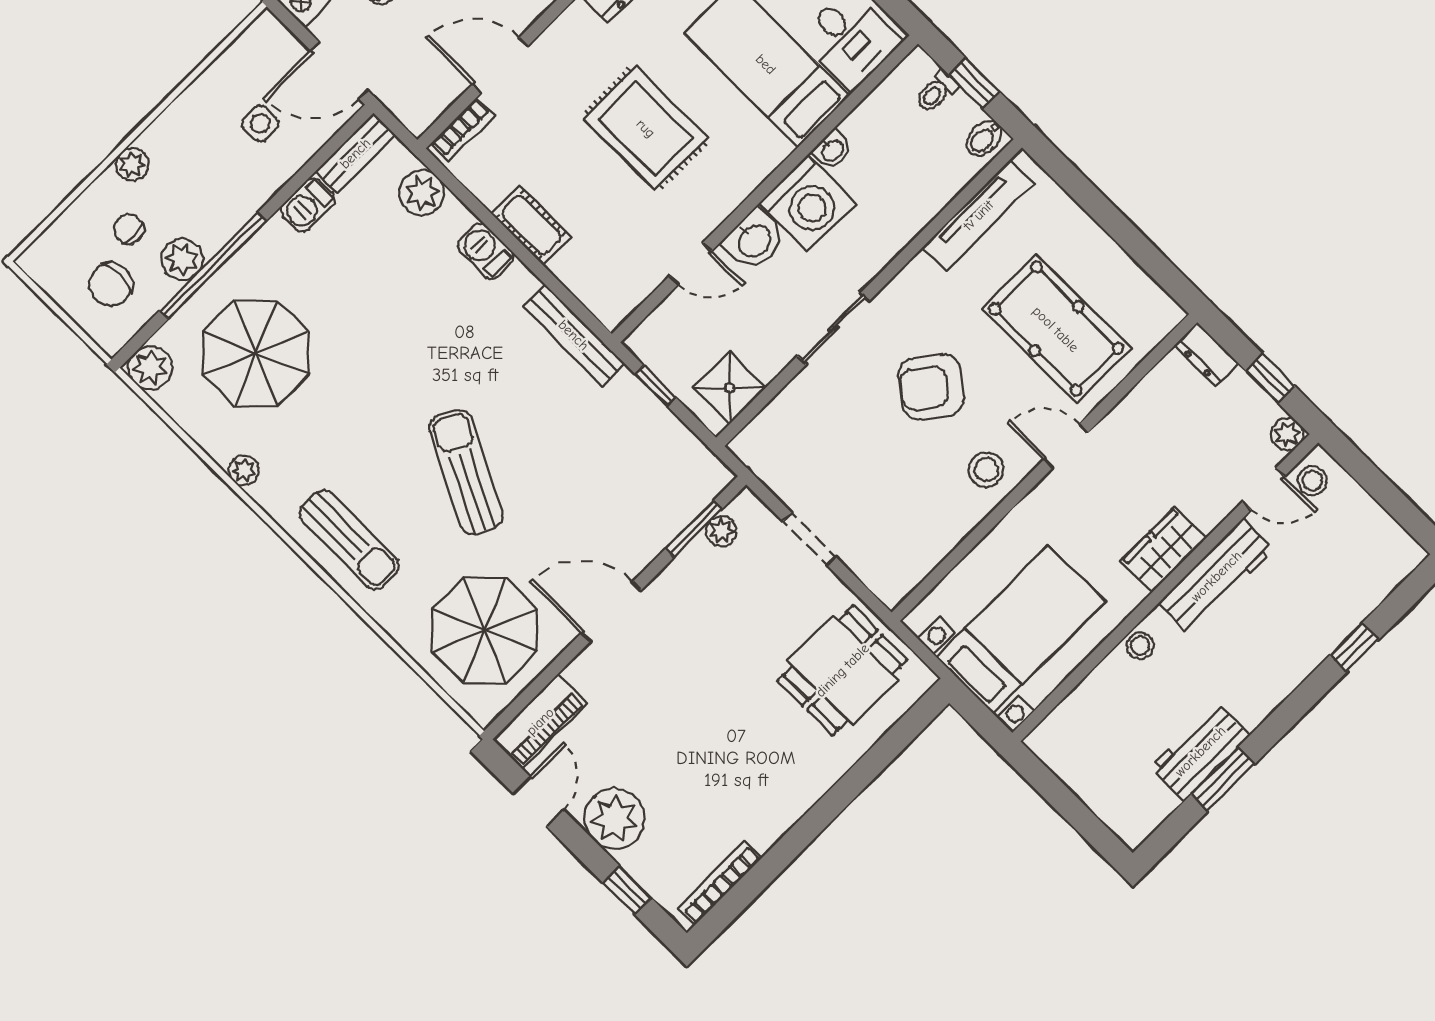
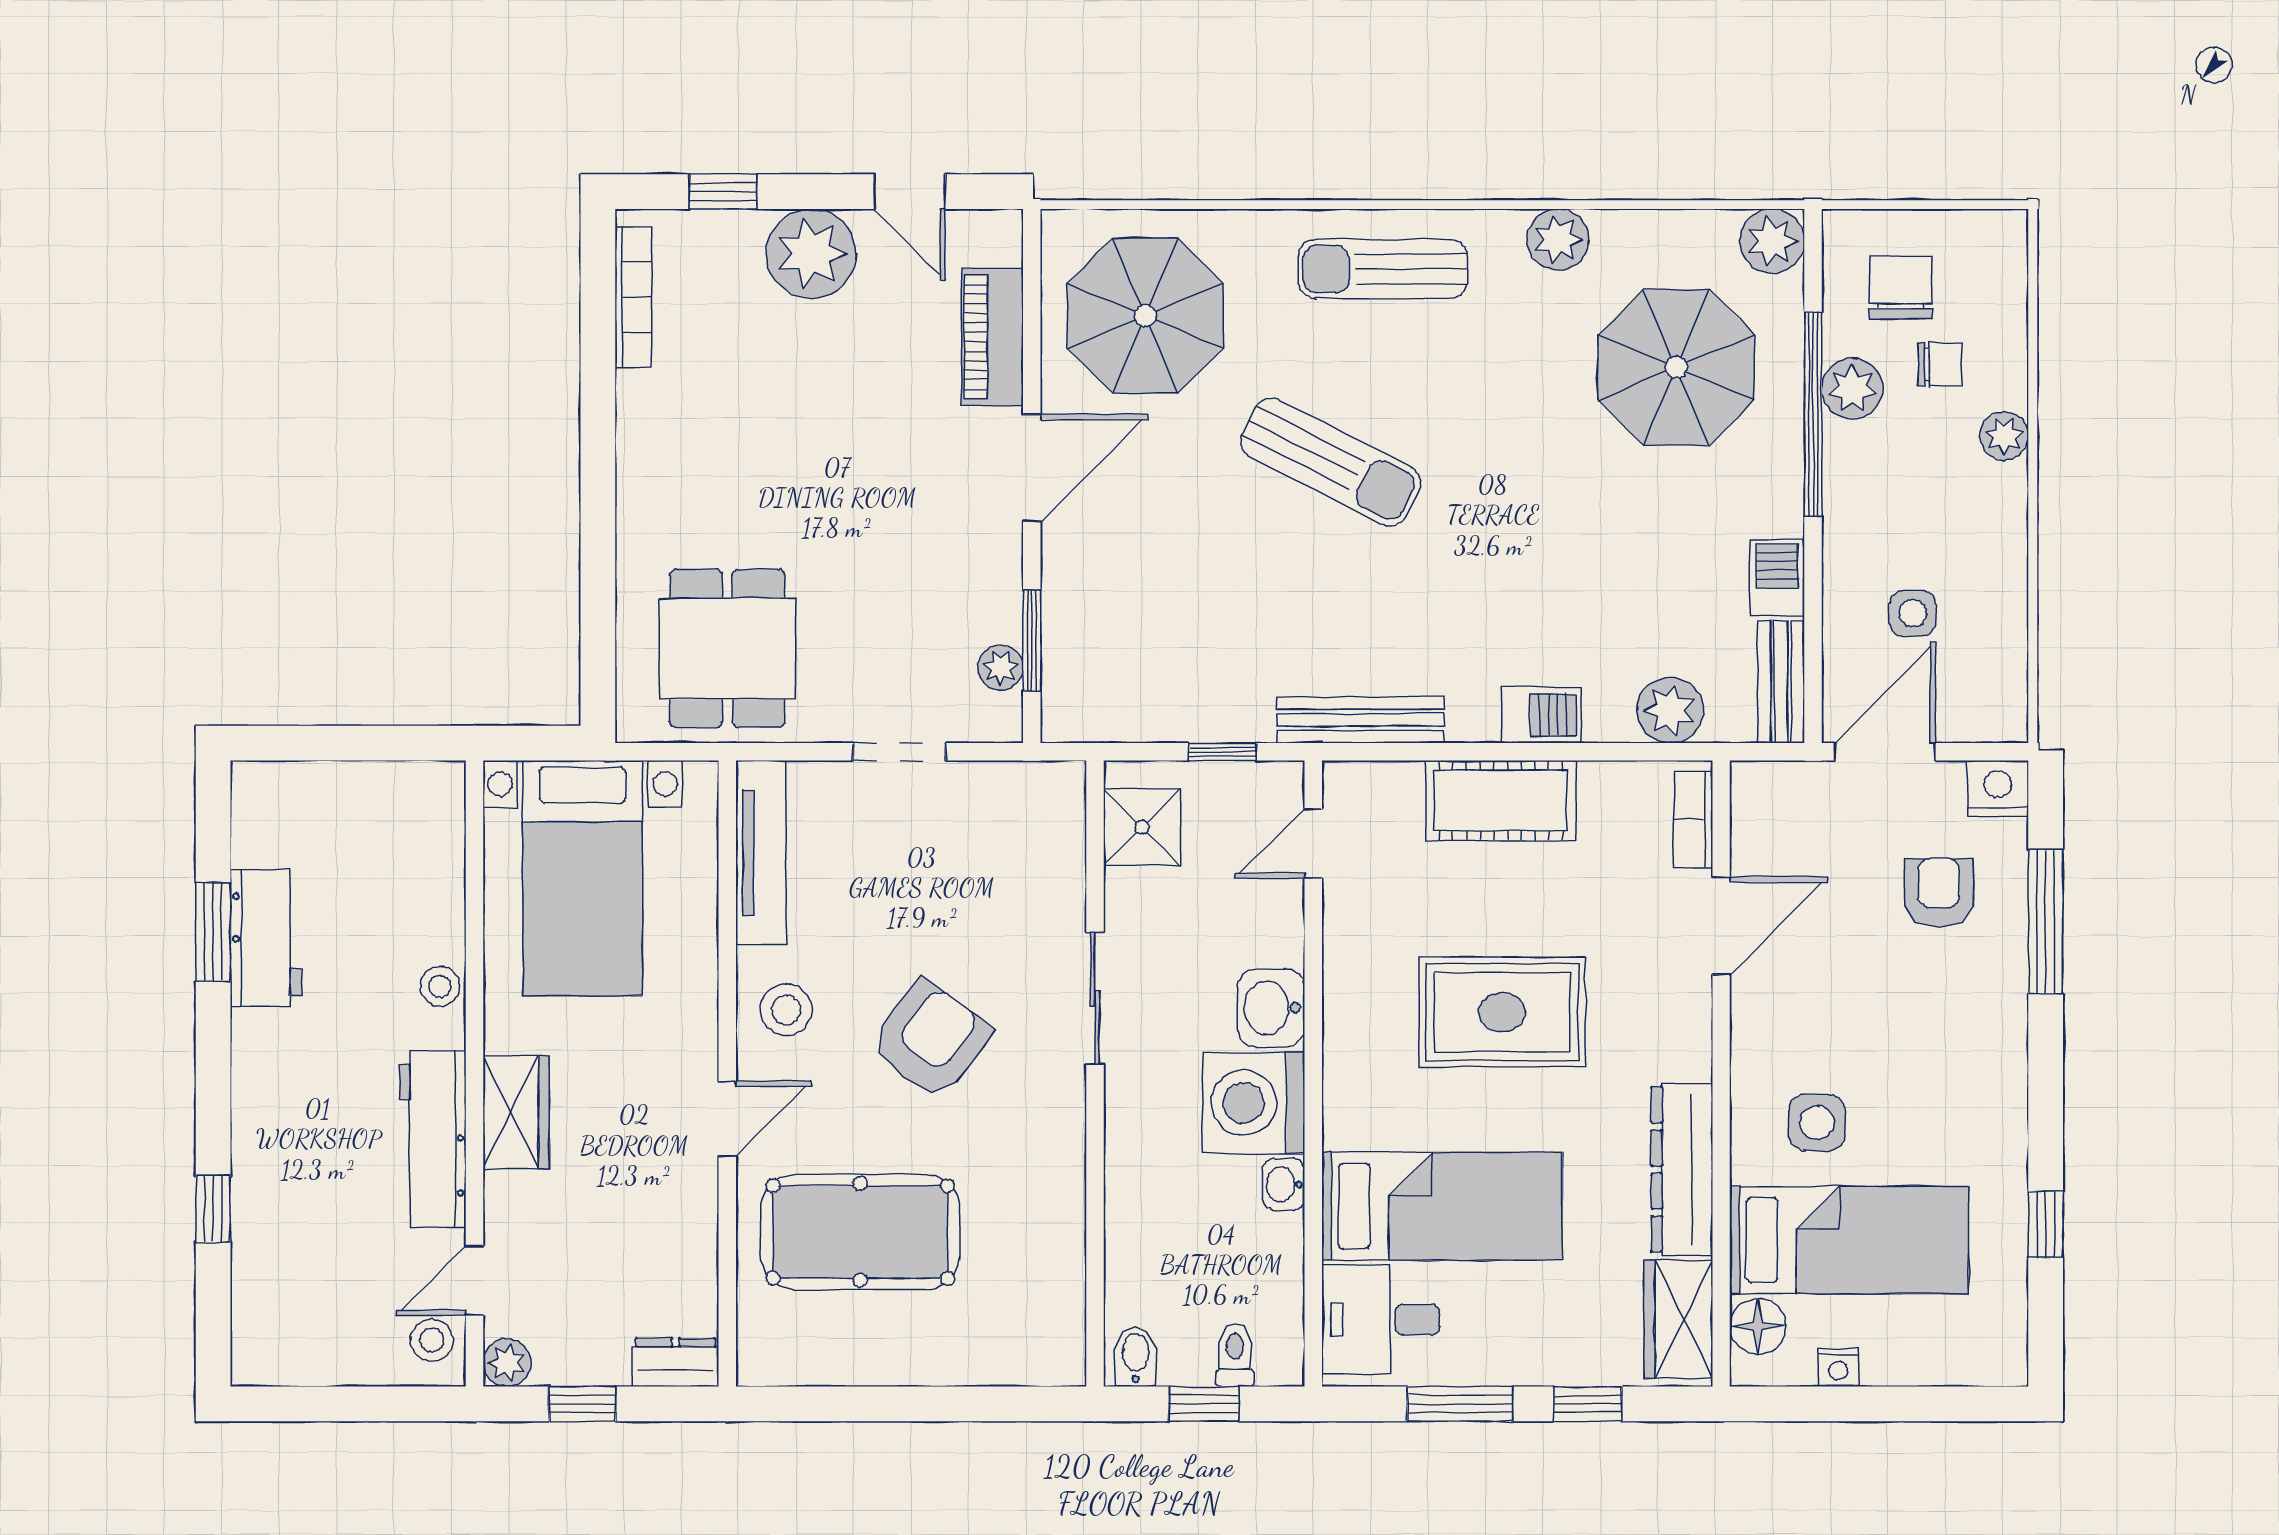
tv unit: (978, 215) -> (761, 853), moved, turned 180
cot: (531, 225) -> (1501, 801), width x1.37, depth x1.34
door: (691, 263) -> (1313, 844), moved
plant: (244, 470) -> (1558, 240), width x1.38, depth x1.38
piano: (540, 721) -> (992, 337), moved

